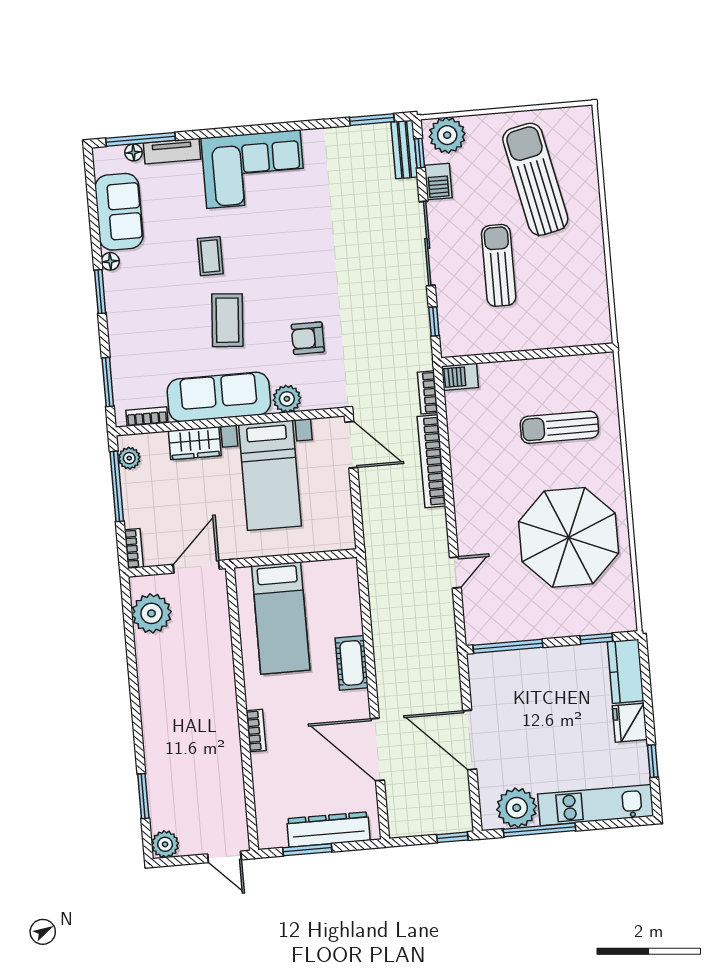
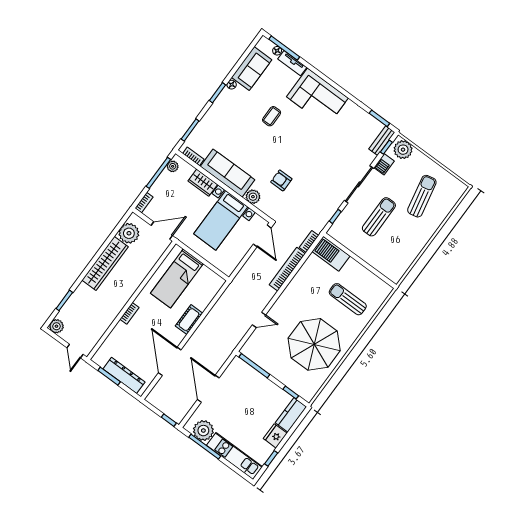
sun lounger: (535, 179) -> (422, 196), width x0.73, depth x0.75
coffee table: (227, 320) -> (257, 147), removed
barbecue: (460, 377) -> (331, 254), width x1.88, depth x1.53
wardrobe: (155, 689) -> (105, 263), added

